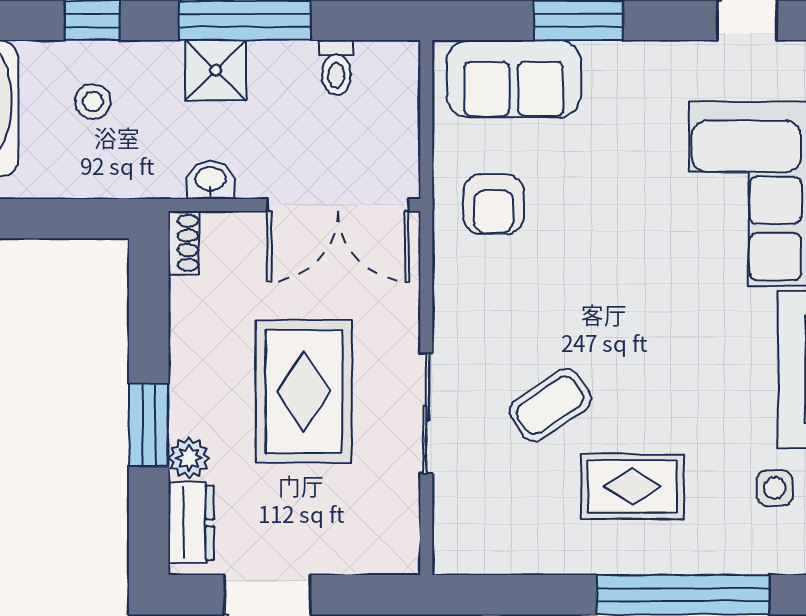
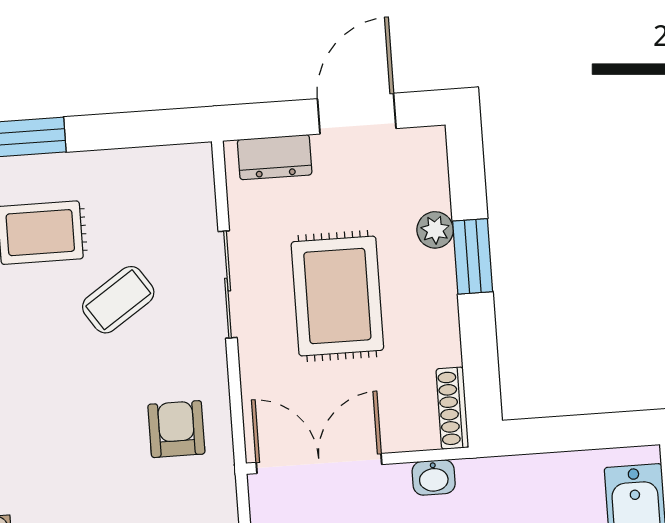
armchair: (494, 204) -> (176, 429), moved
shoe rack: (184, 243) -> (452, 408), width x1.43
dresser: (191, 523) -> (275, 157), moved, turned -90

